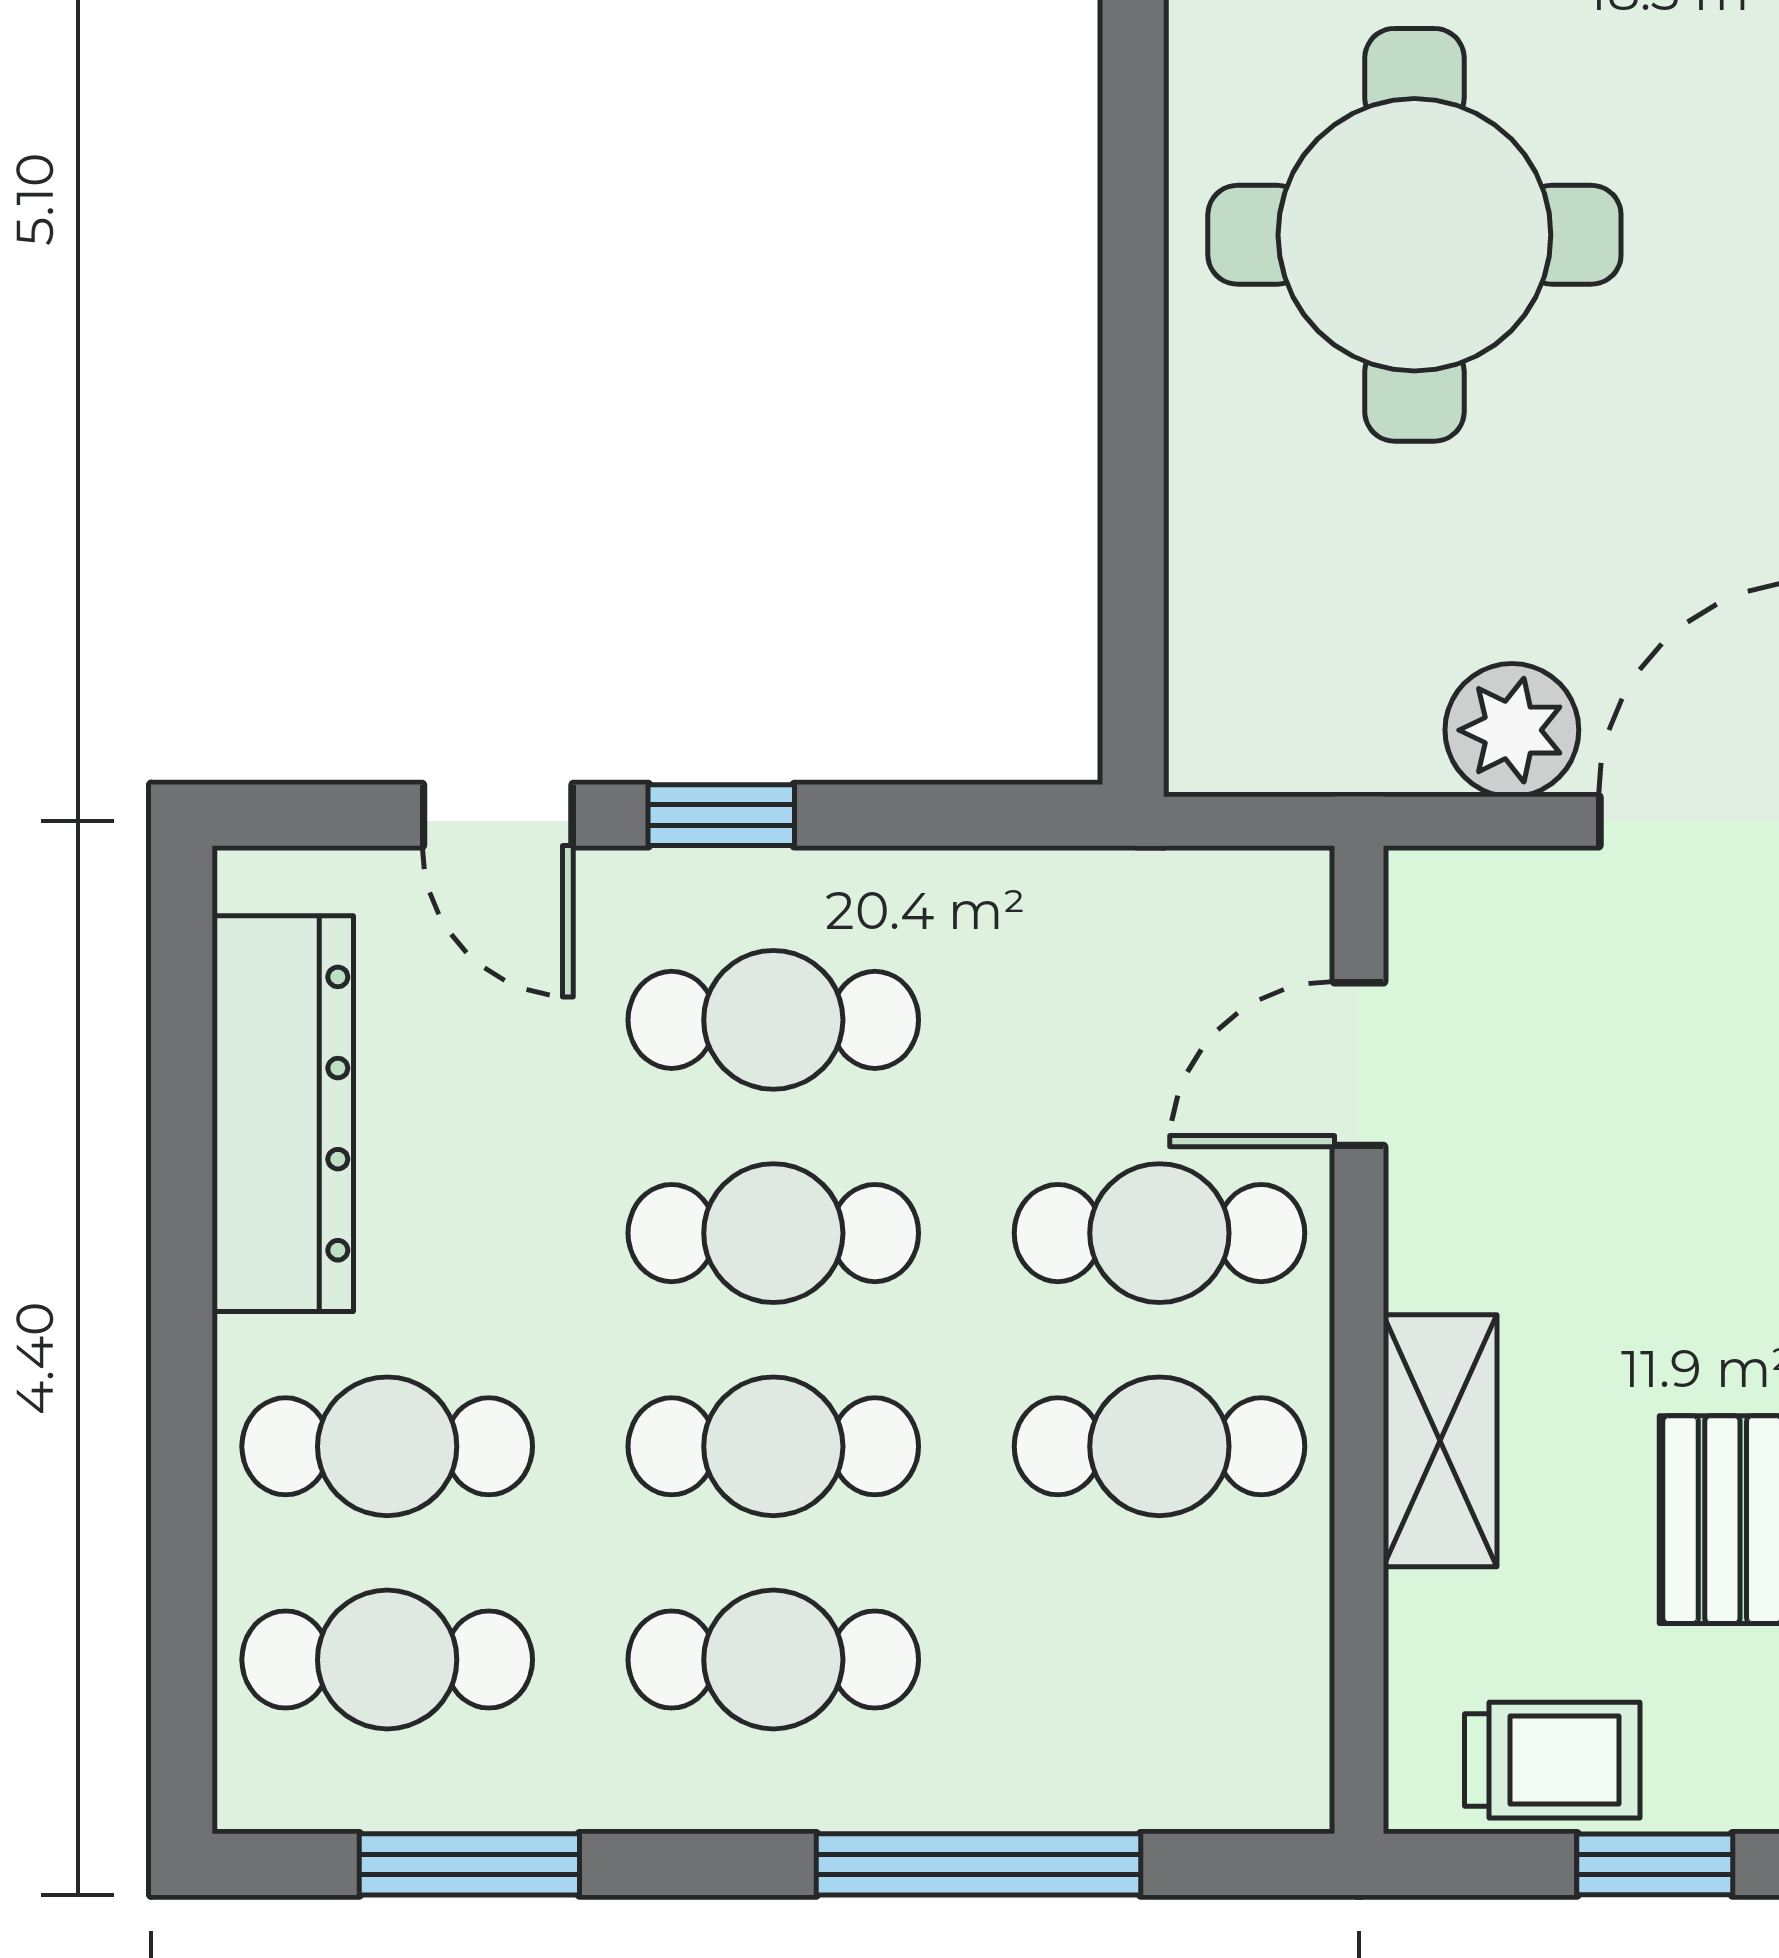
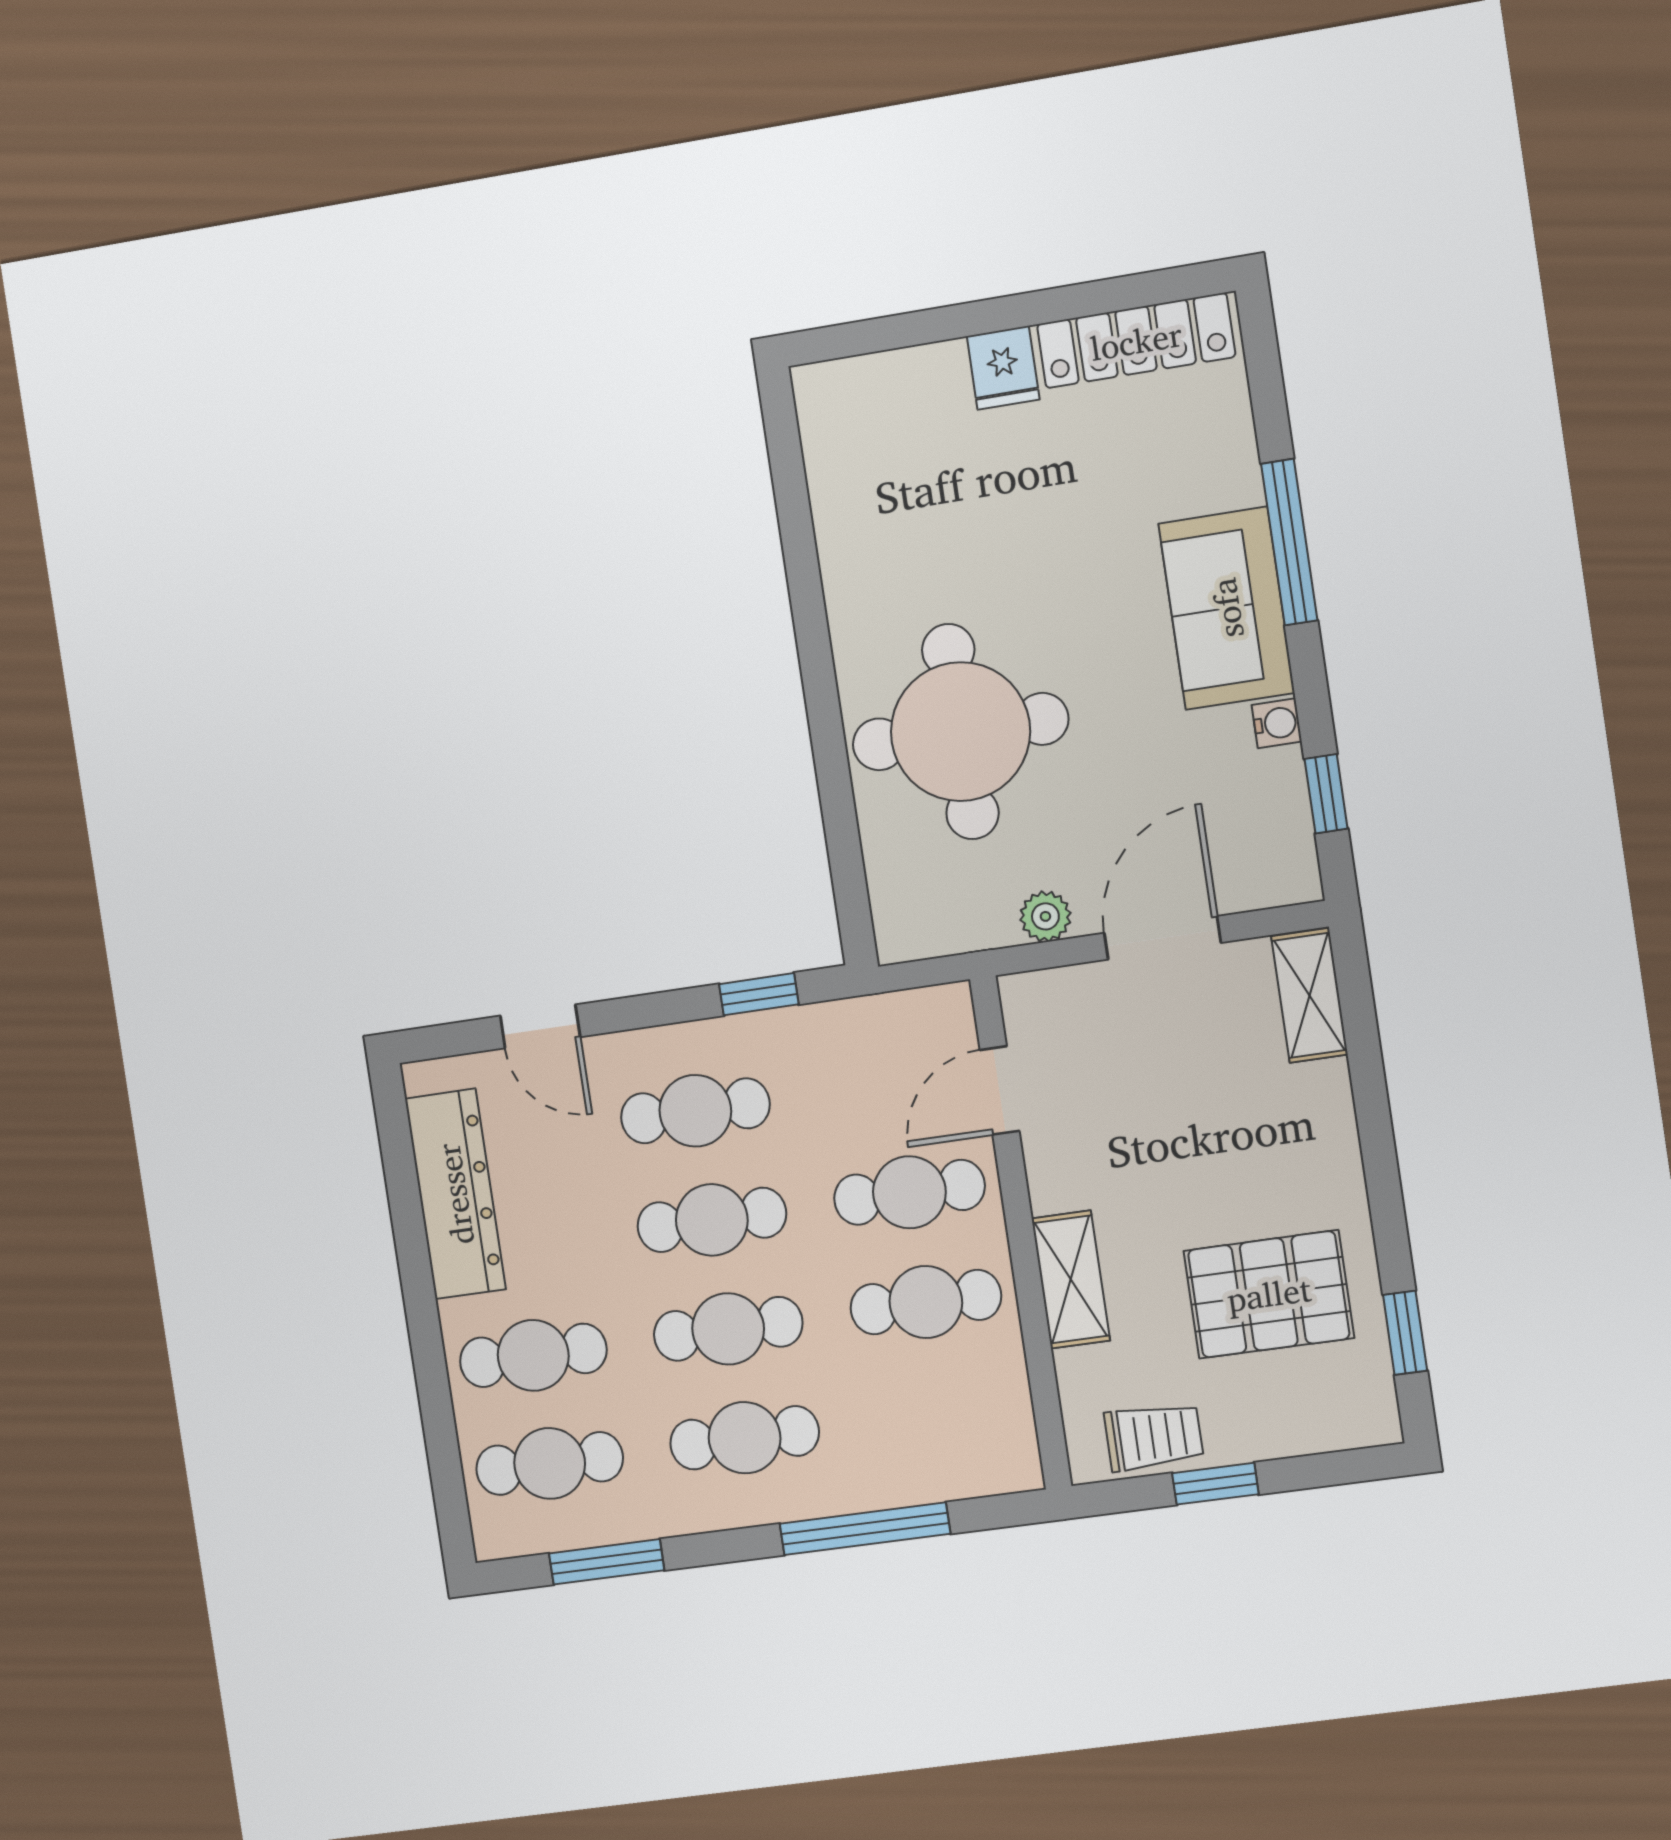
round table: (1414, 235) -> (960, 732), moved
plant: (1512, 730) -> (1045, 916), width x0.73, depth x0.73
window: (721, 815) -> (759, 994), moved

